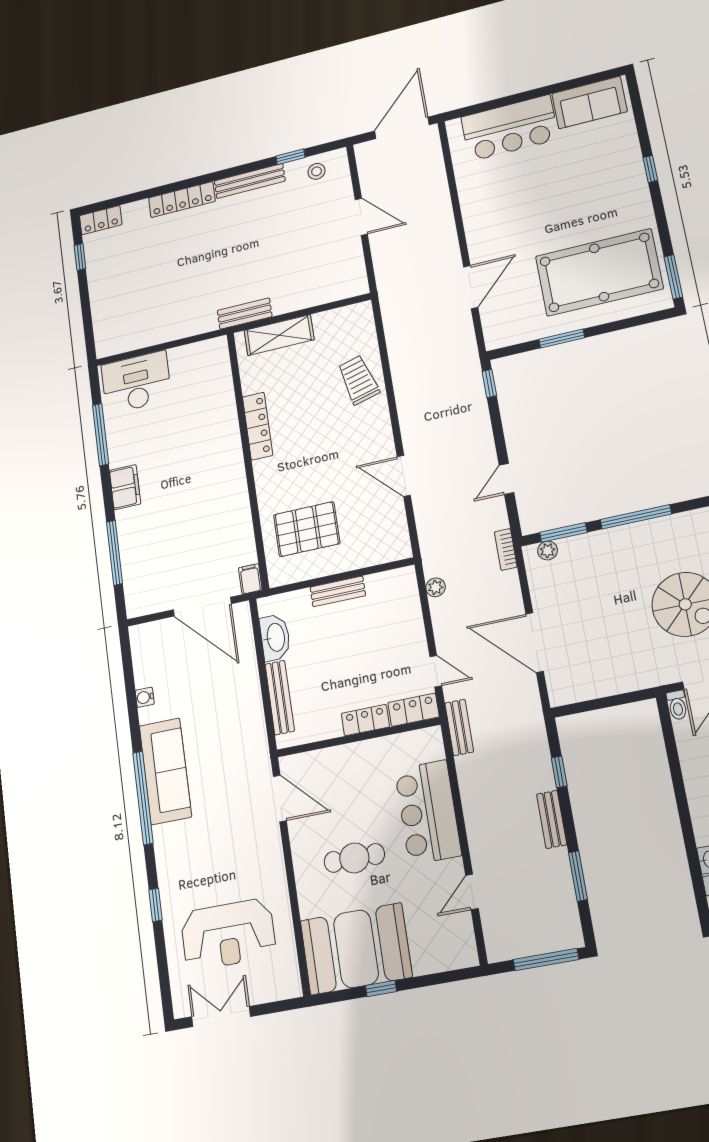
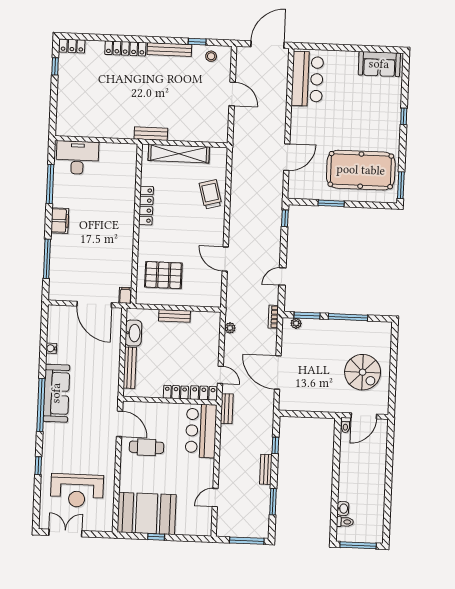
bar counter: (510, 128) -> (307, 79), moved, turned -90
shelving: (279, 335) -> (179, 154), width x1.47
bar counter: (428, 812) -> (201, 431), moved
cafe table: (354, 858) -> (147, 447), moved

